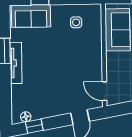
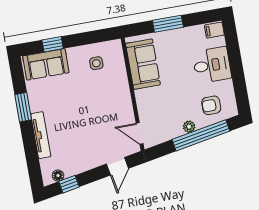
tv unit: (16, 63) -> (41, 135), moved

